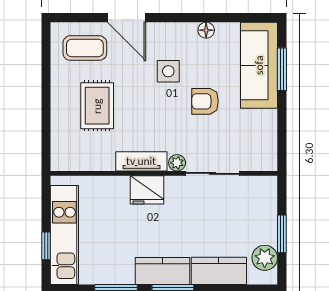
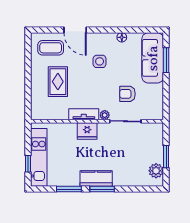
armchair: (205, 101) -> (128, 94), moved
kitchen counter: (219, 271) -> (129, 178), removed

